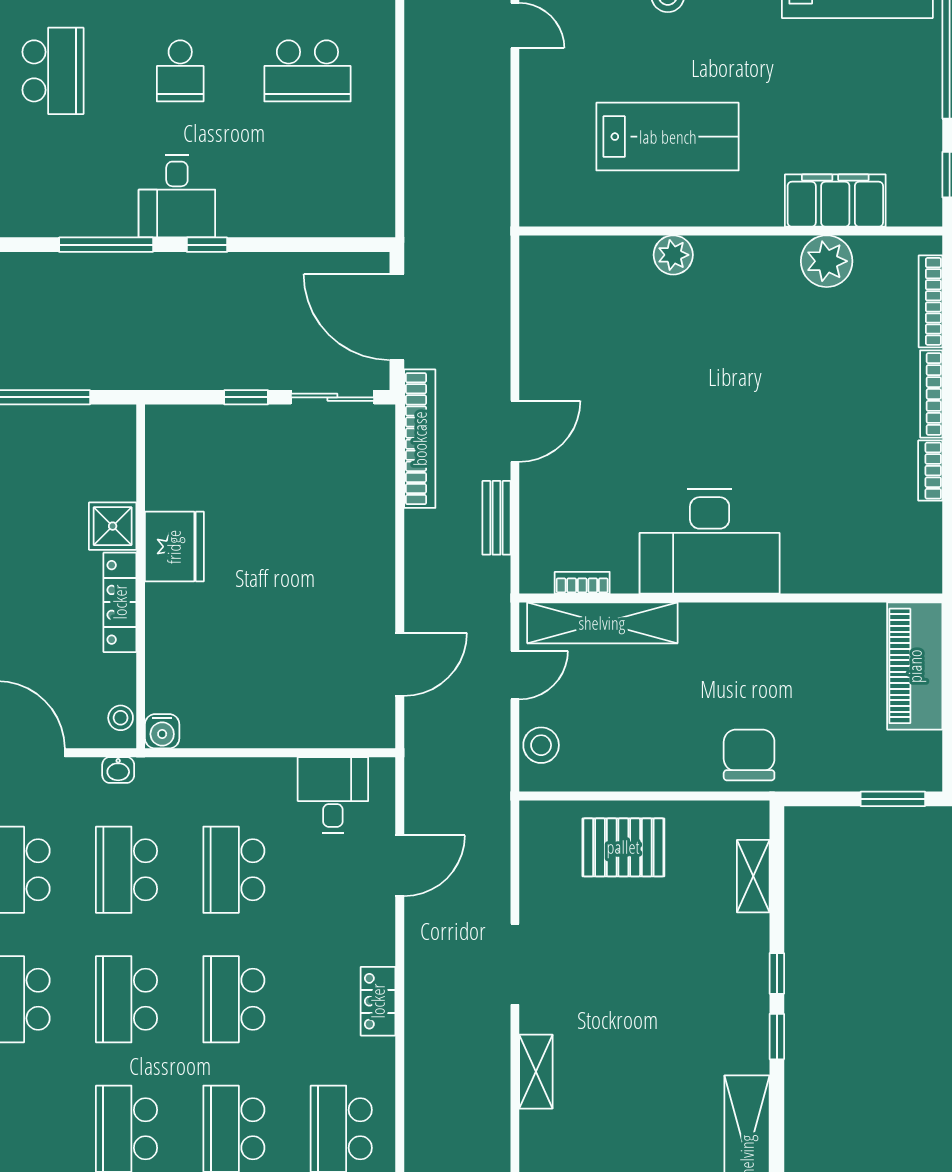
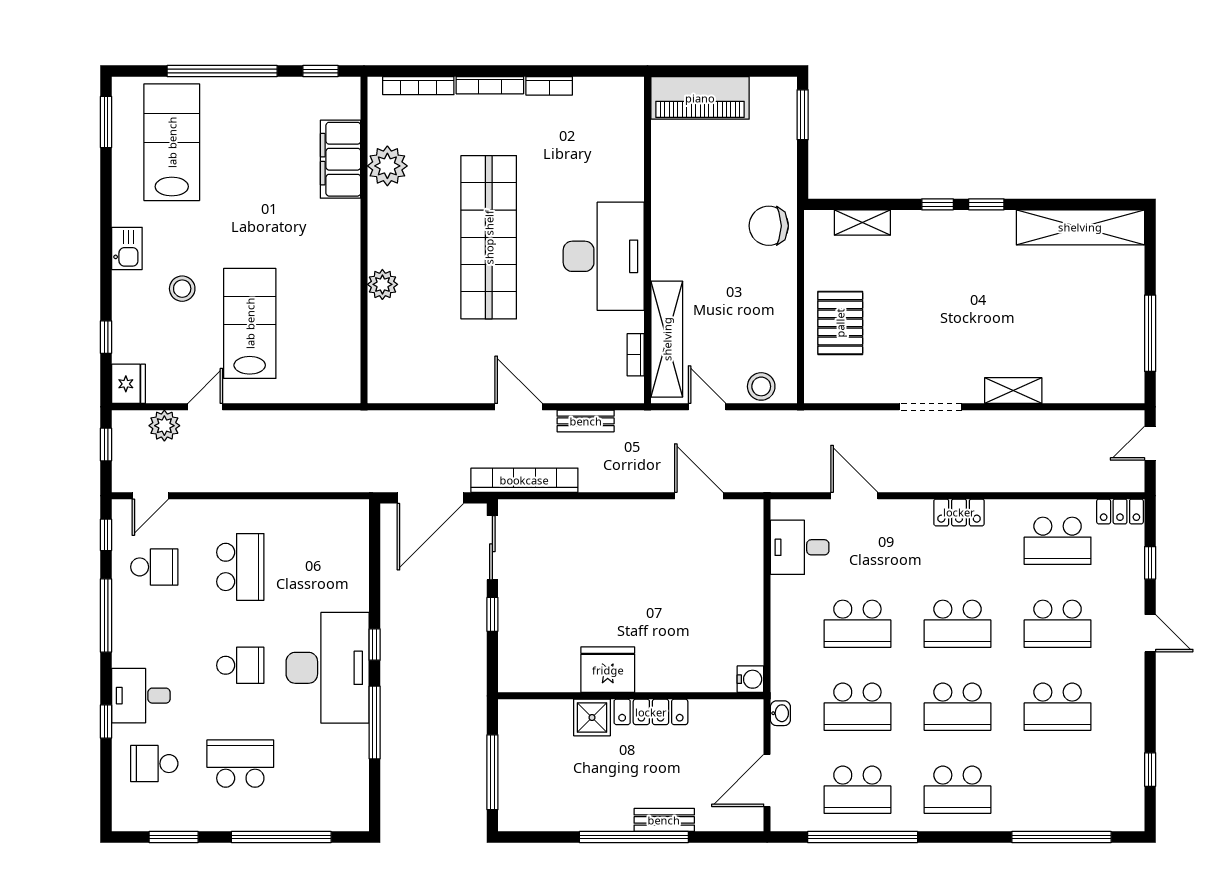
lab bench: (668, 137) -> (250, 323), moved
desk: (177, 196) -> (328, 668), width x1.87, depth x1.30
shop shelf: (734, 392) -> (489, 237), added
stool: (121, 718) -> (740, 711), removed

